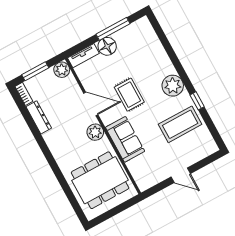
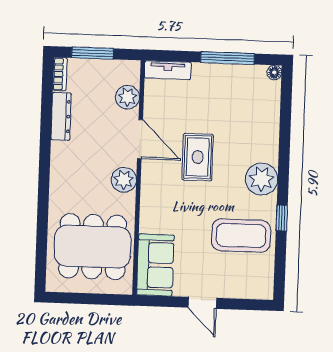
floor lamp: (107, 46) -> (274, 72), moved, width x0.53, depth x0.53
plant: (62, 70) -> (127, 97), moved
sofa: (125, 139) -> (155, 265), moved

